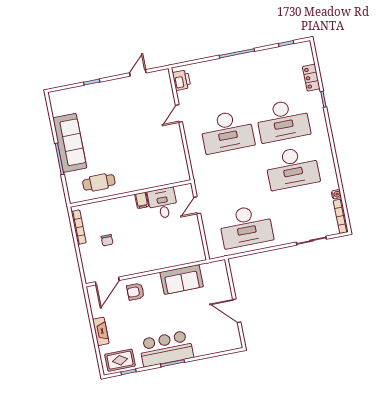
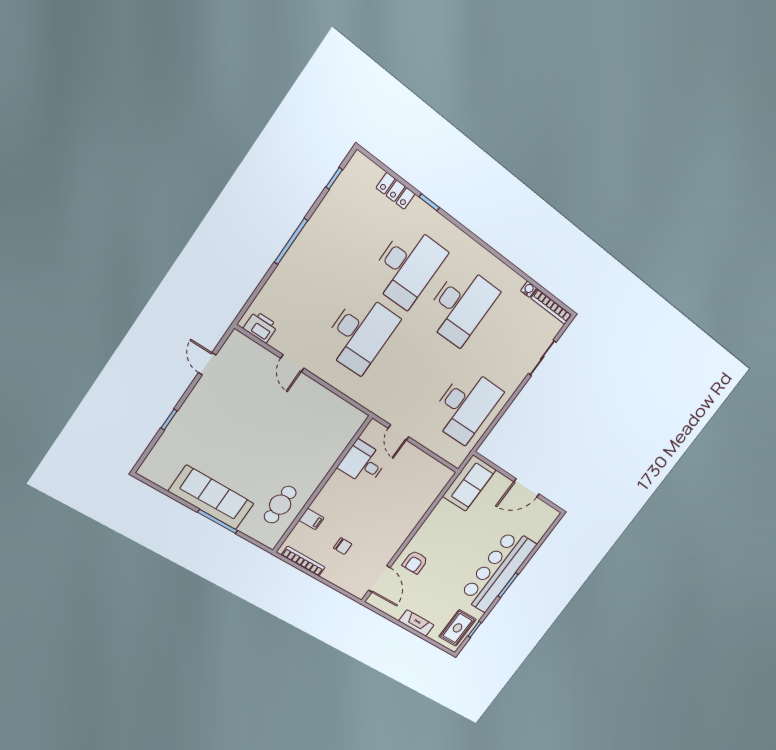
filing cabinet: (142, 200) -> (311, 519), moved
sofa: (182, 279) -> (469, 483), moved
bar counter: (166, 349) -> (498, 571), width x1.36

